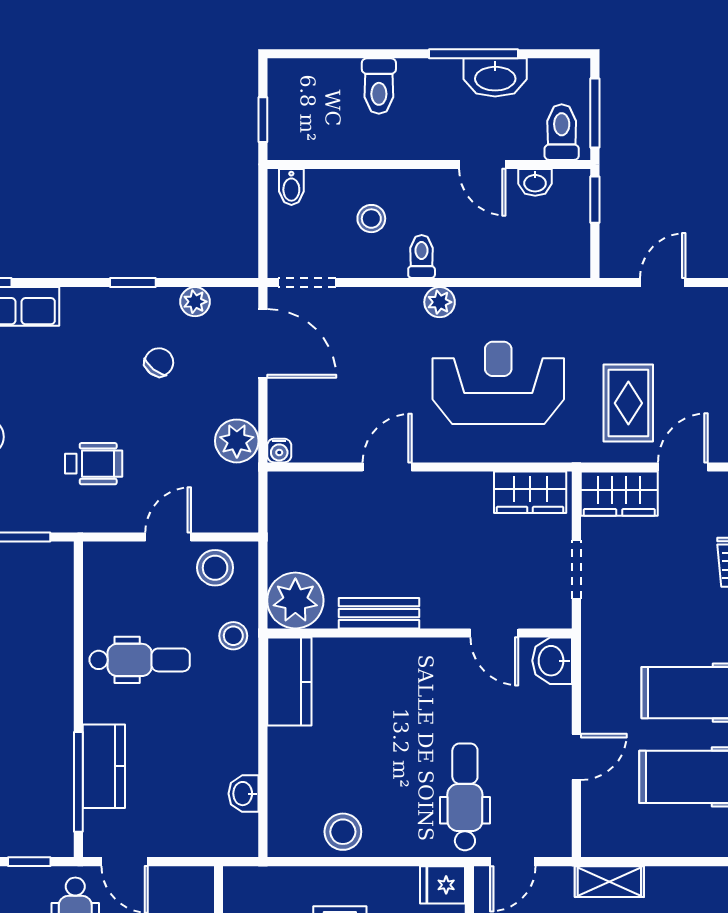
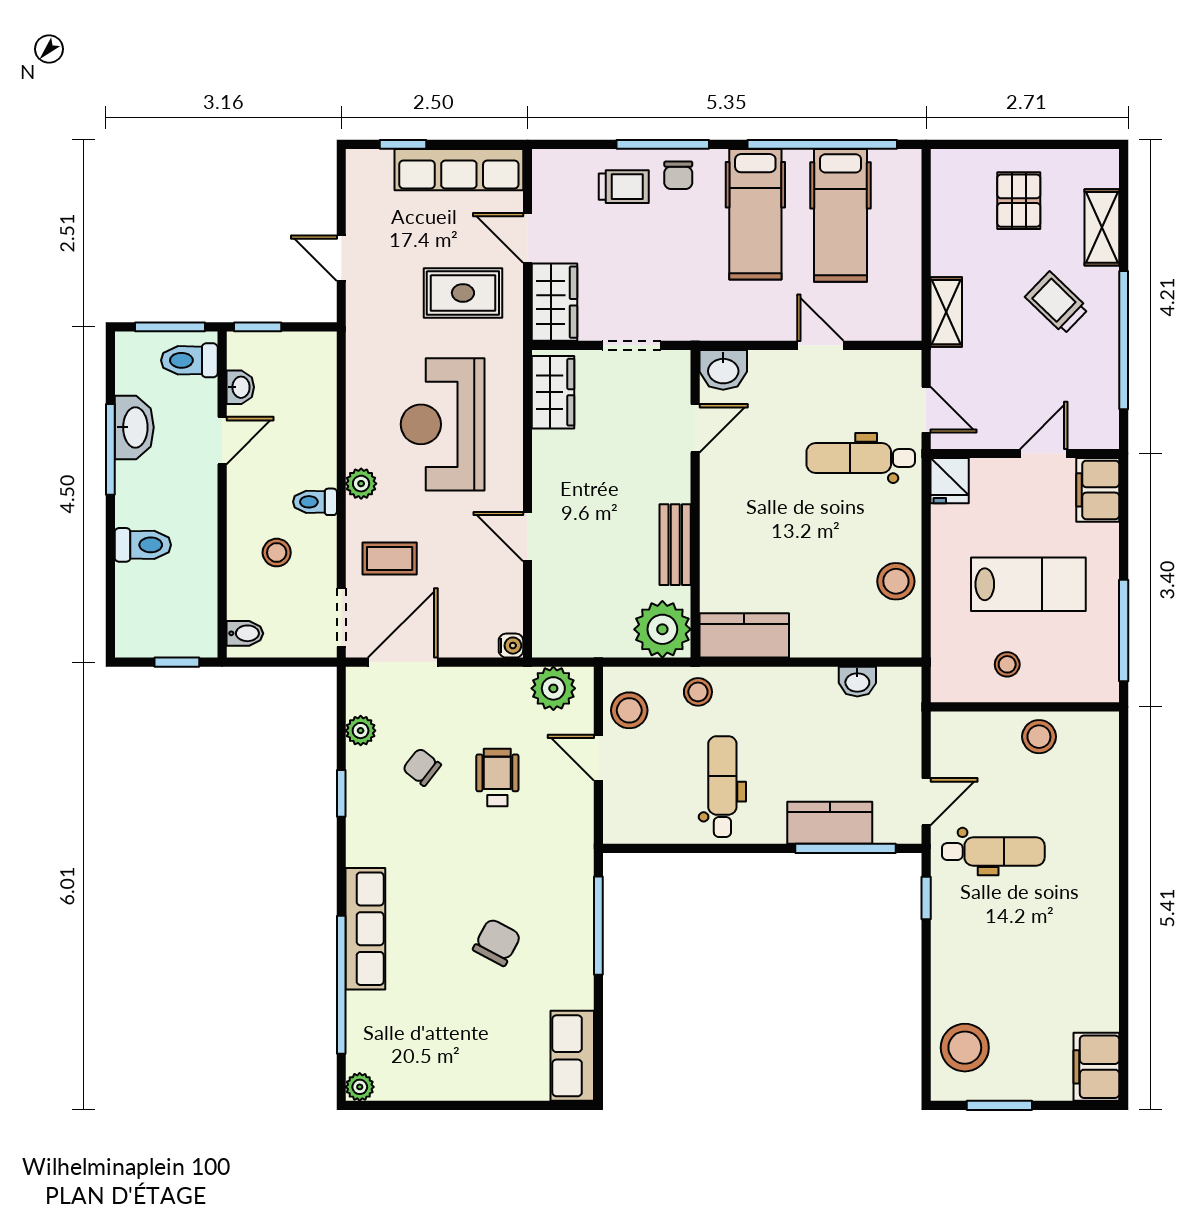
coffee table: (365, 330) -> (390, 559), added
plant: (237, 441) -> (553, 688), moved
wheelchair: (94, 464) -> (497, 778), moved

